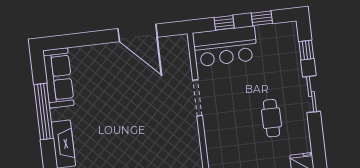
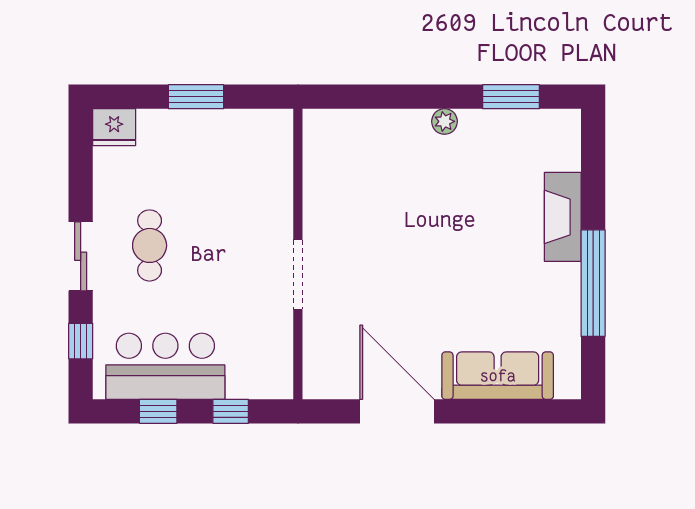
bar counter: (225, 46) -> (165, 366), moved
sofa: (58, 78) -> (498, 376), moved, turned 90
cafe table: (271, 118) -> (150, 245), moved

